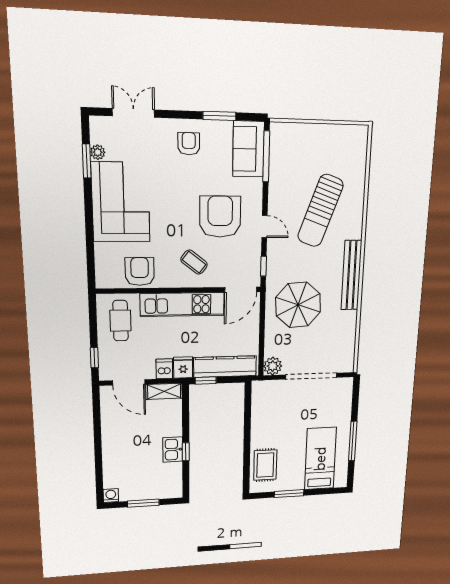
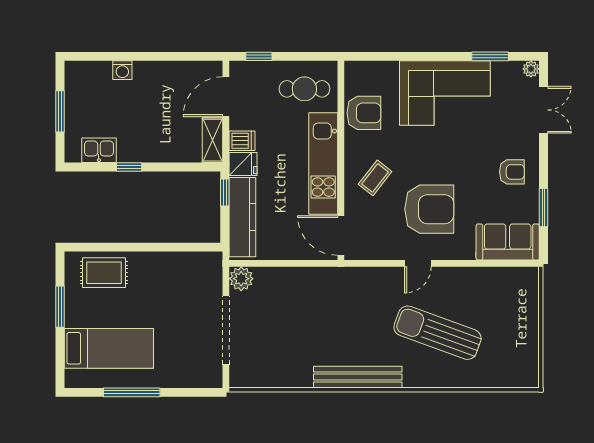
plant: (98, 152) -> (531, 69), moved
window: (266, 157) -> (500, 263), removed
window: (263, 266) -> (370, 263), removed
parasol: (298, 305) -> (321, 309), removed
kitchen sink: (173, 450) -> (99, 150), moved
washing machine: (111, 495) -> (122, 70), moved, turned 90

